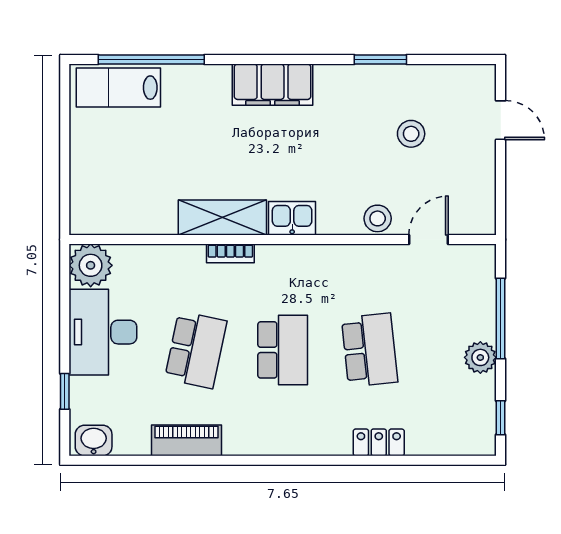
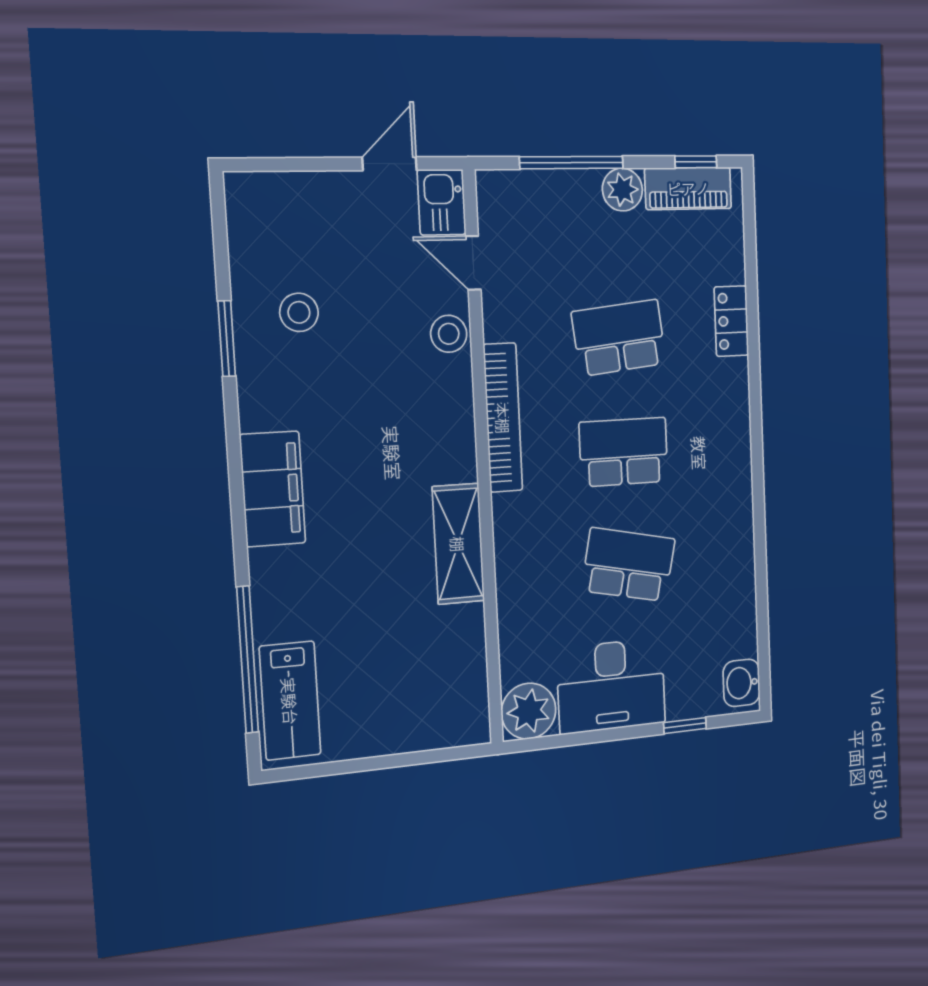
door: (501, 120) -> (389, 164), moved
stool: (411, 134) -> (299, 312), moved
kitchen sink: (292, 218) -> (442, 202), moved
bookcase: (230, 253) -> (503, 418), moved, width x2.31, depth x1.31
piano: (186, 440) -> (688, 188), moved, turned -90

